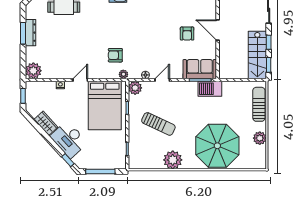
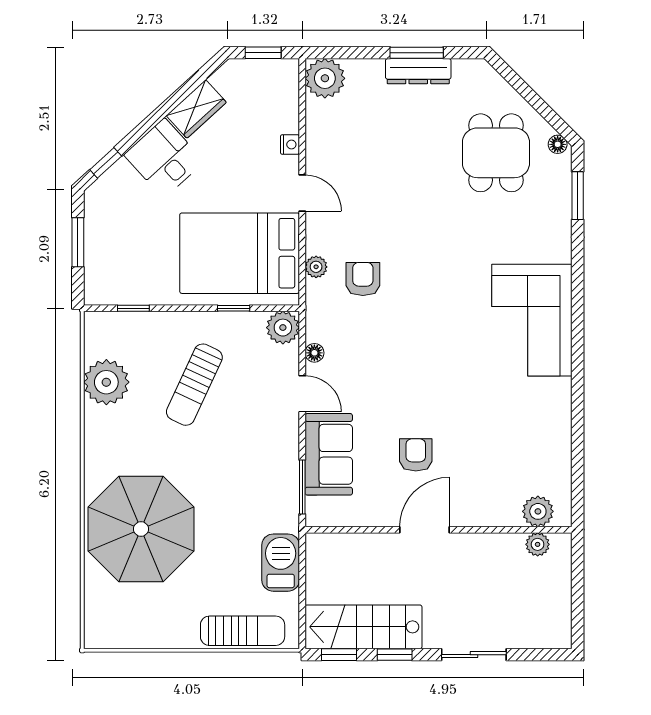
armchair: (187, 34) -> (416, 455), turned 90
sofa: (200, 69) -> (329, 454), moved
plant: (123, 74) -> (316, 267), moved
barbecue: (210, 89) -> (281, 563), moved
plant: (260, 138) -> (160, 633), removed
desk: (69, 140) -> (164, 158), width x0.73
plant: (173, 160) -> (106, 382), moved
window: (100, 171) -> (78, 242), width x0.69

